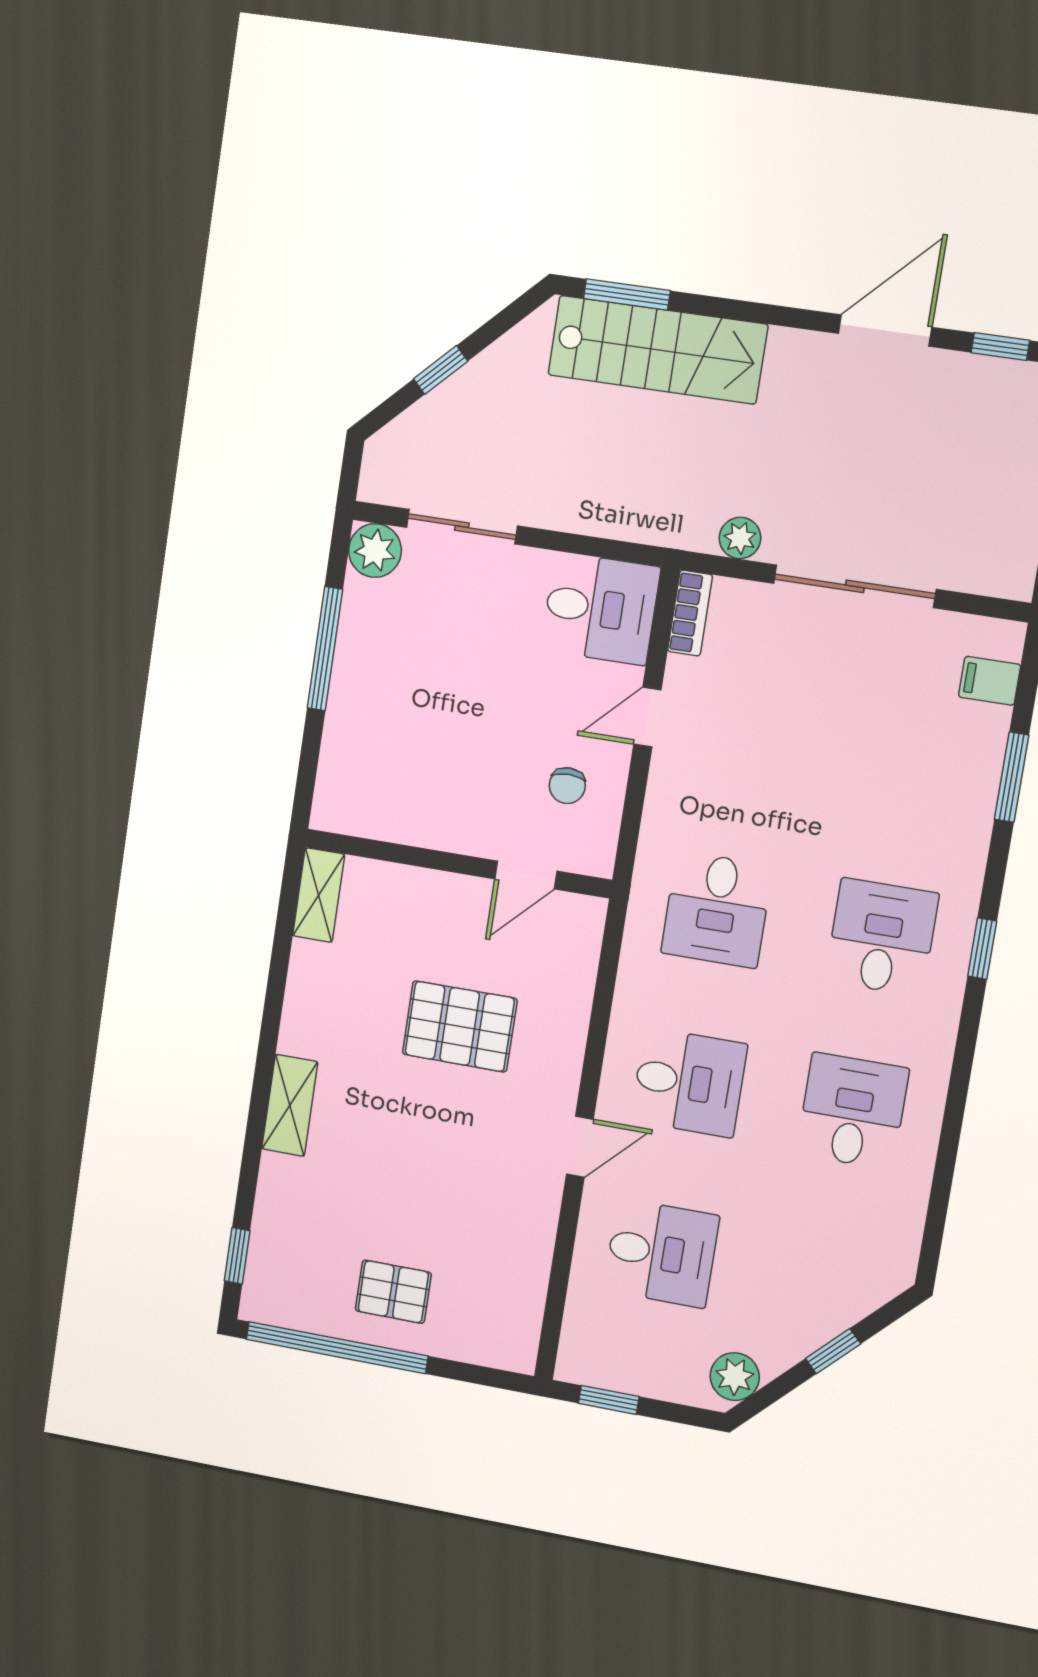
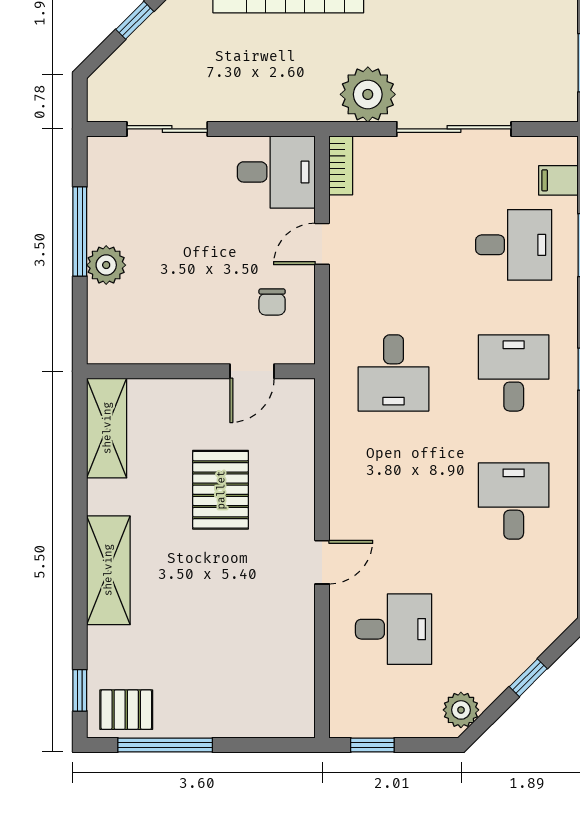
plant: (740, 538) -> (368, 94), width x1.87, depth x1.87
plant: (375, 550) -> (106, 265), moved
shelving: (319, 895) -> (107, 428), width x1.50, depth x1.33
pallet: (460, 1026) -> (221, 490), turned 90
desk: (689, 1082) -> (514, 245), moved
shelving: (290, 1105) -> (108, 570), width x1.50, depth x1.33
pallet: (393, 1292) -> (126, 710), moved
window: (337, 1348) -> (165, 745), width x0.68

